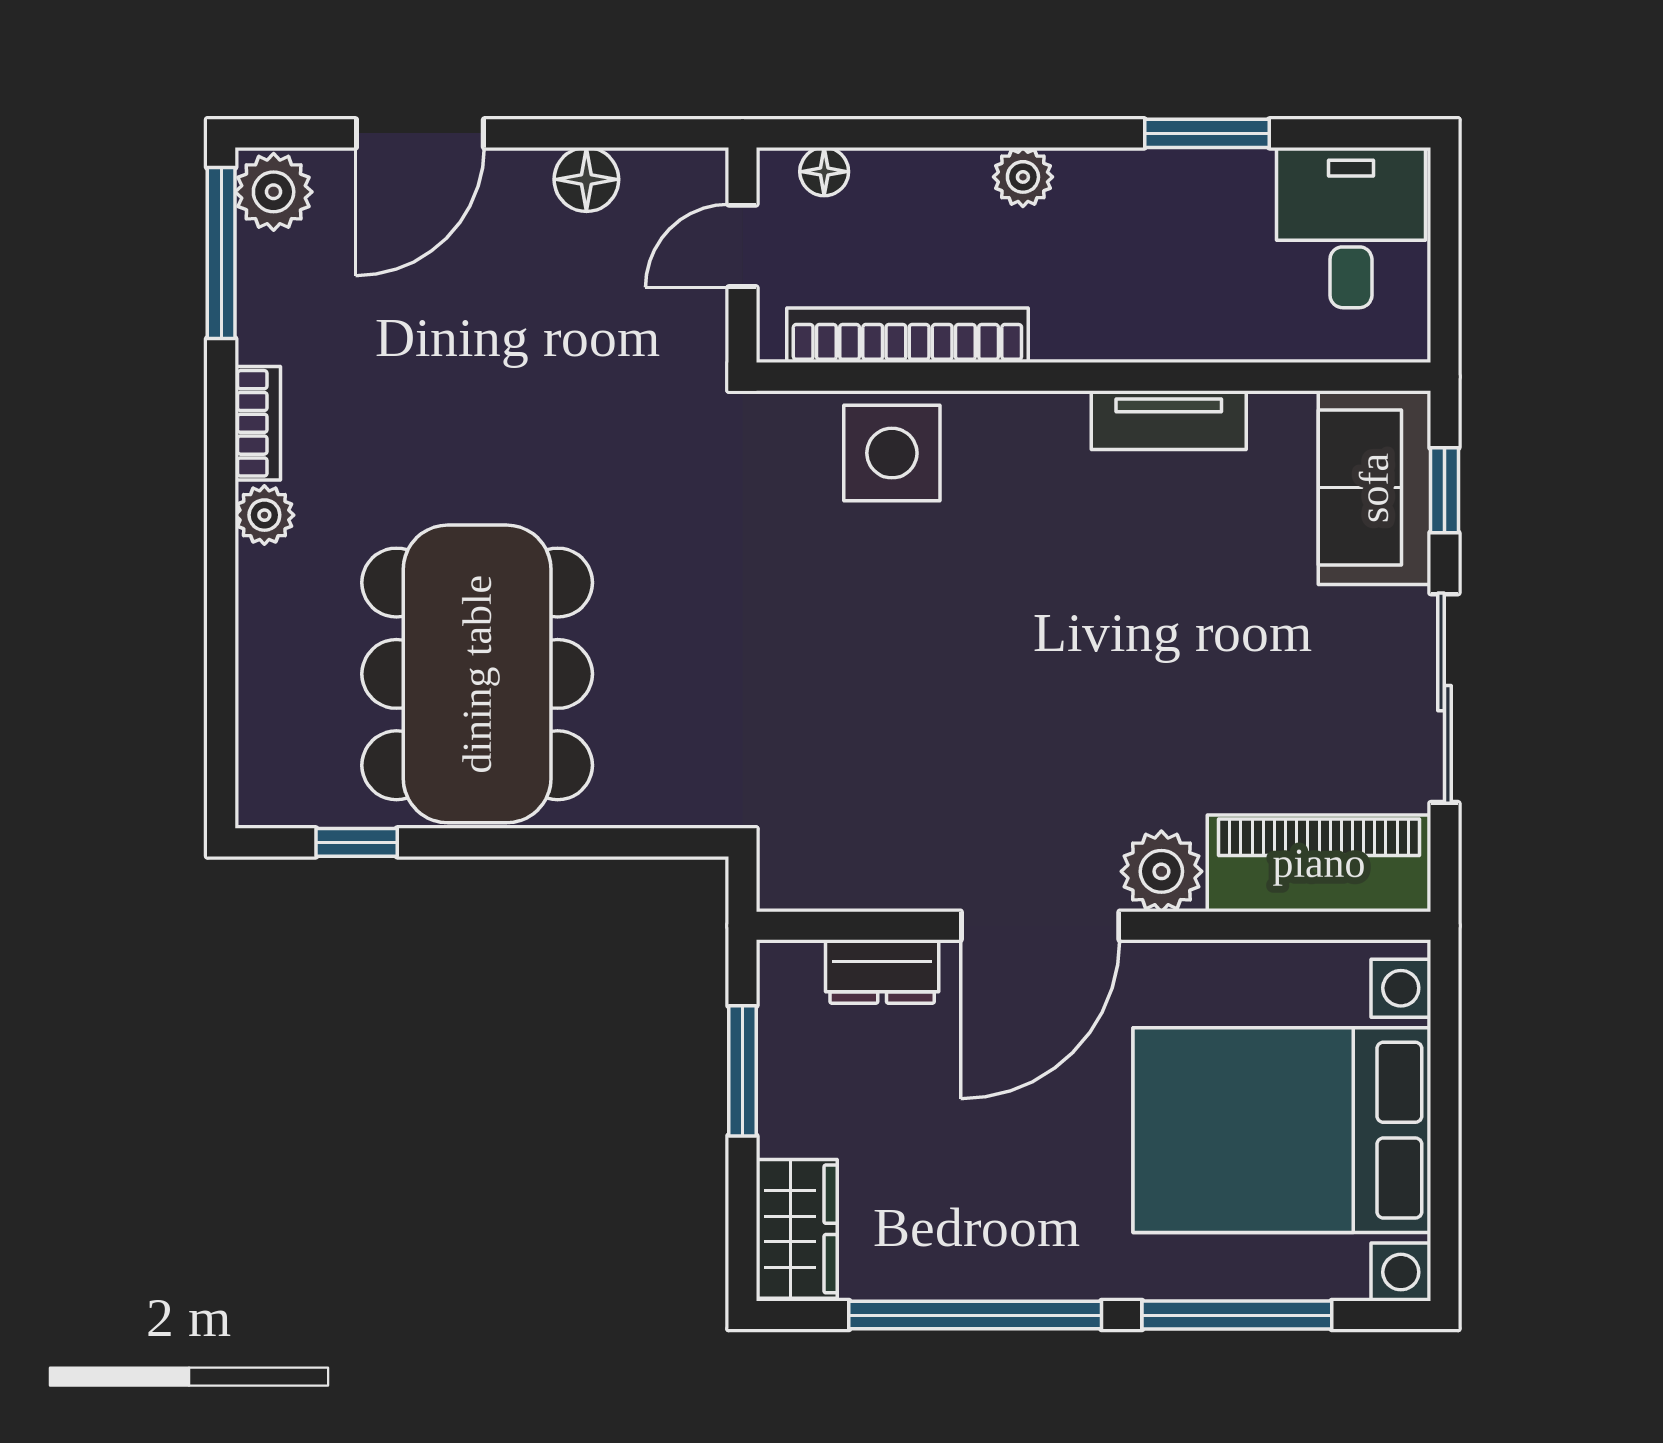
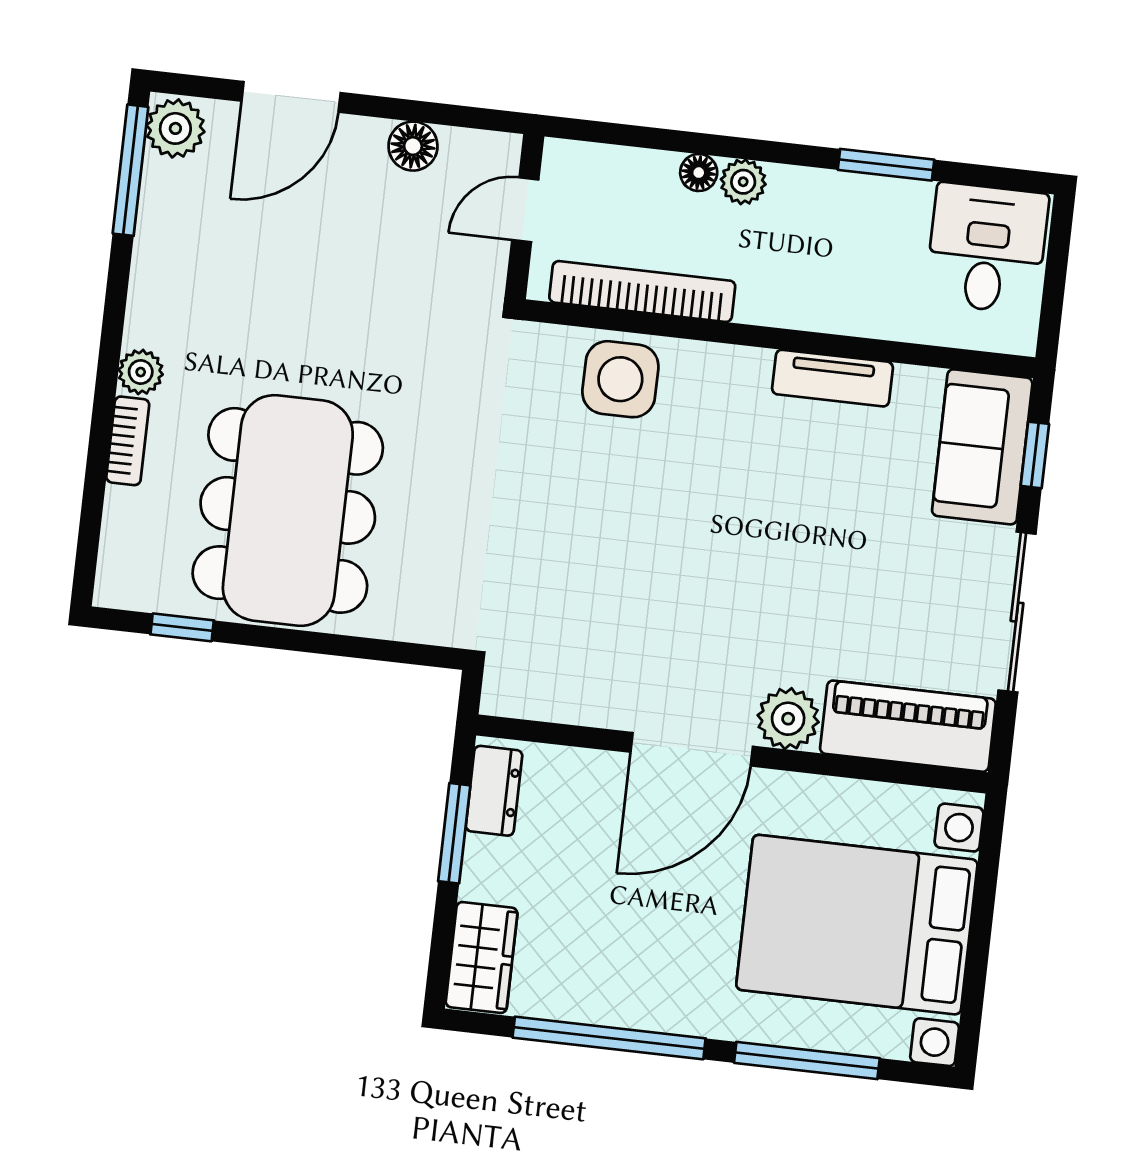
floor lamp: (824, 172) -> (699, 173), moved
bookcase: (258, 423) -> (128, 441), moved
dresser: (882, 971) -> (494, 791), moved, turned -90

